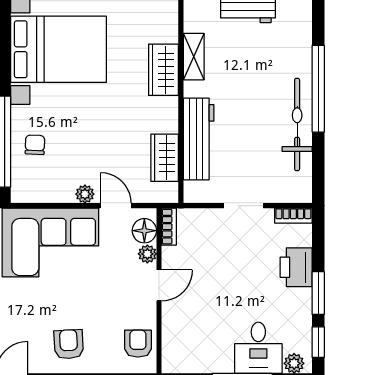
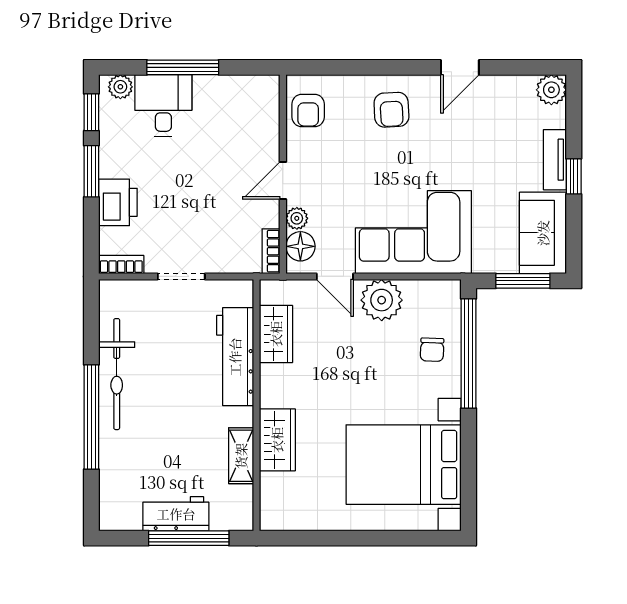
plant: (85, 194) -> (382, 300), width x1.88, depth x1.88

